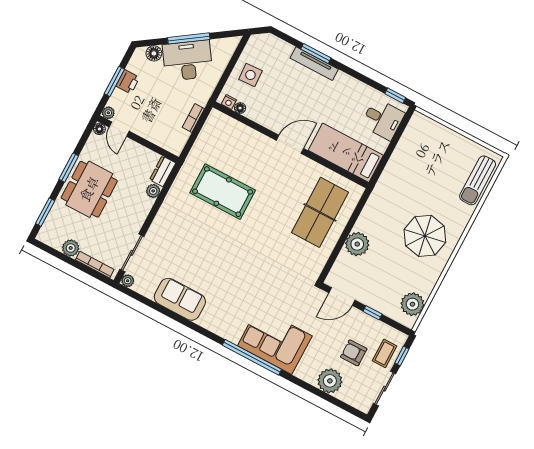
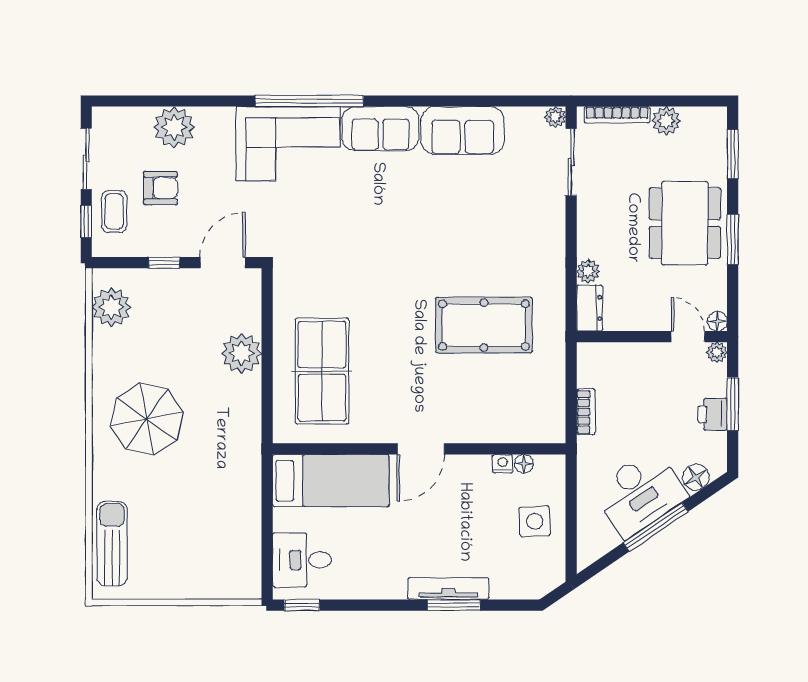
nightstand: (229, 102) -> (503, 464), moved
sofa: (222, 323) -> (380, 129), added

